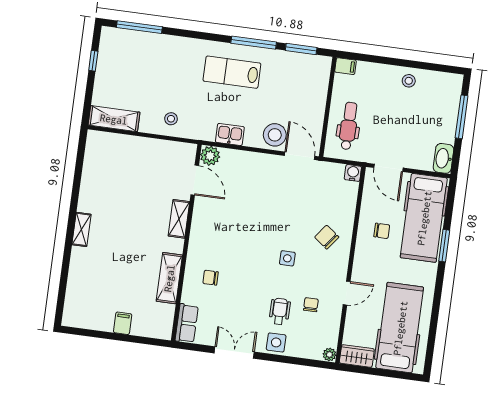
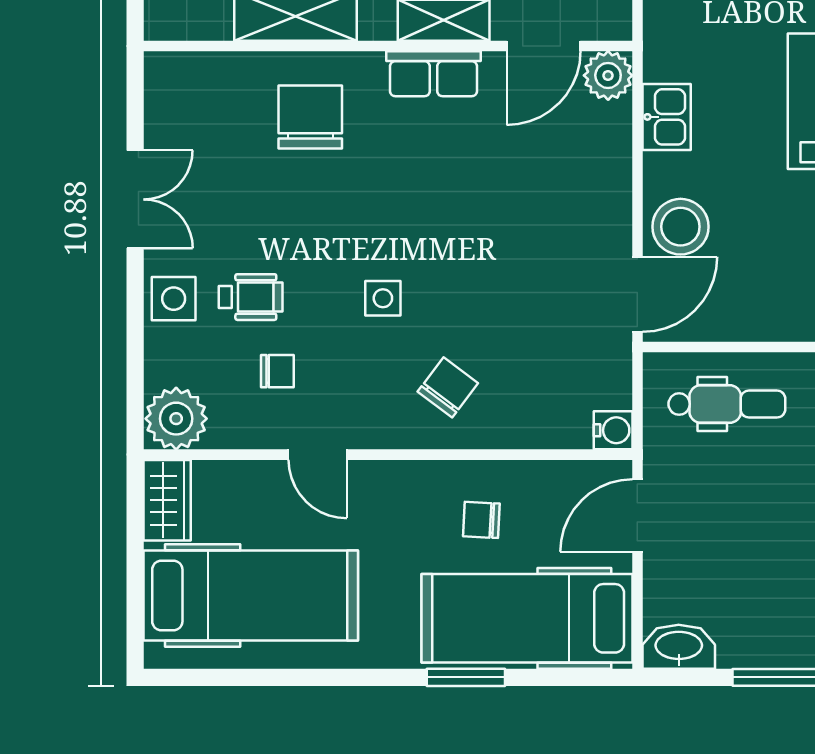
chair: (382, 231) -> (481, 520), turned 93
chair: (211, 278) -> (310, 117), width x1.87, depth x1.87
row of seats: (187, 323) -> (434, 74), moved
plant: (329, 355) -> (176, 419), width x1.88, depth x1.88

